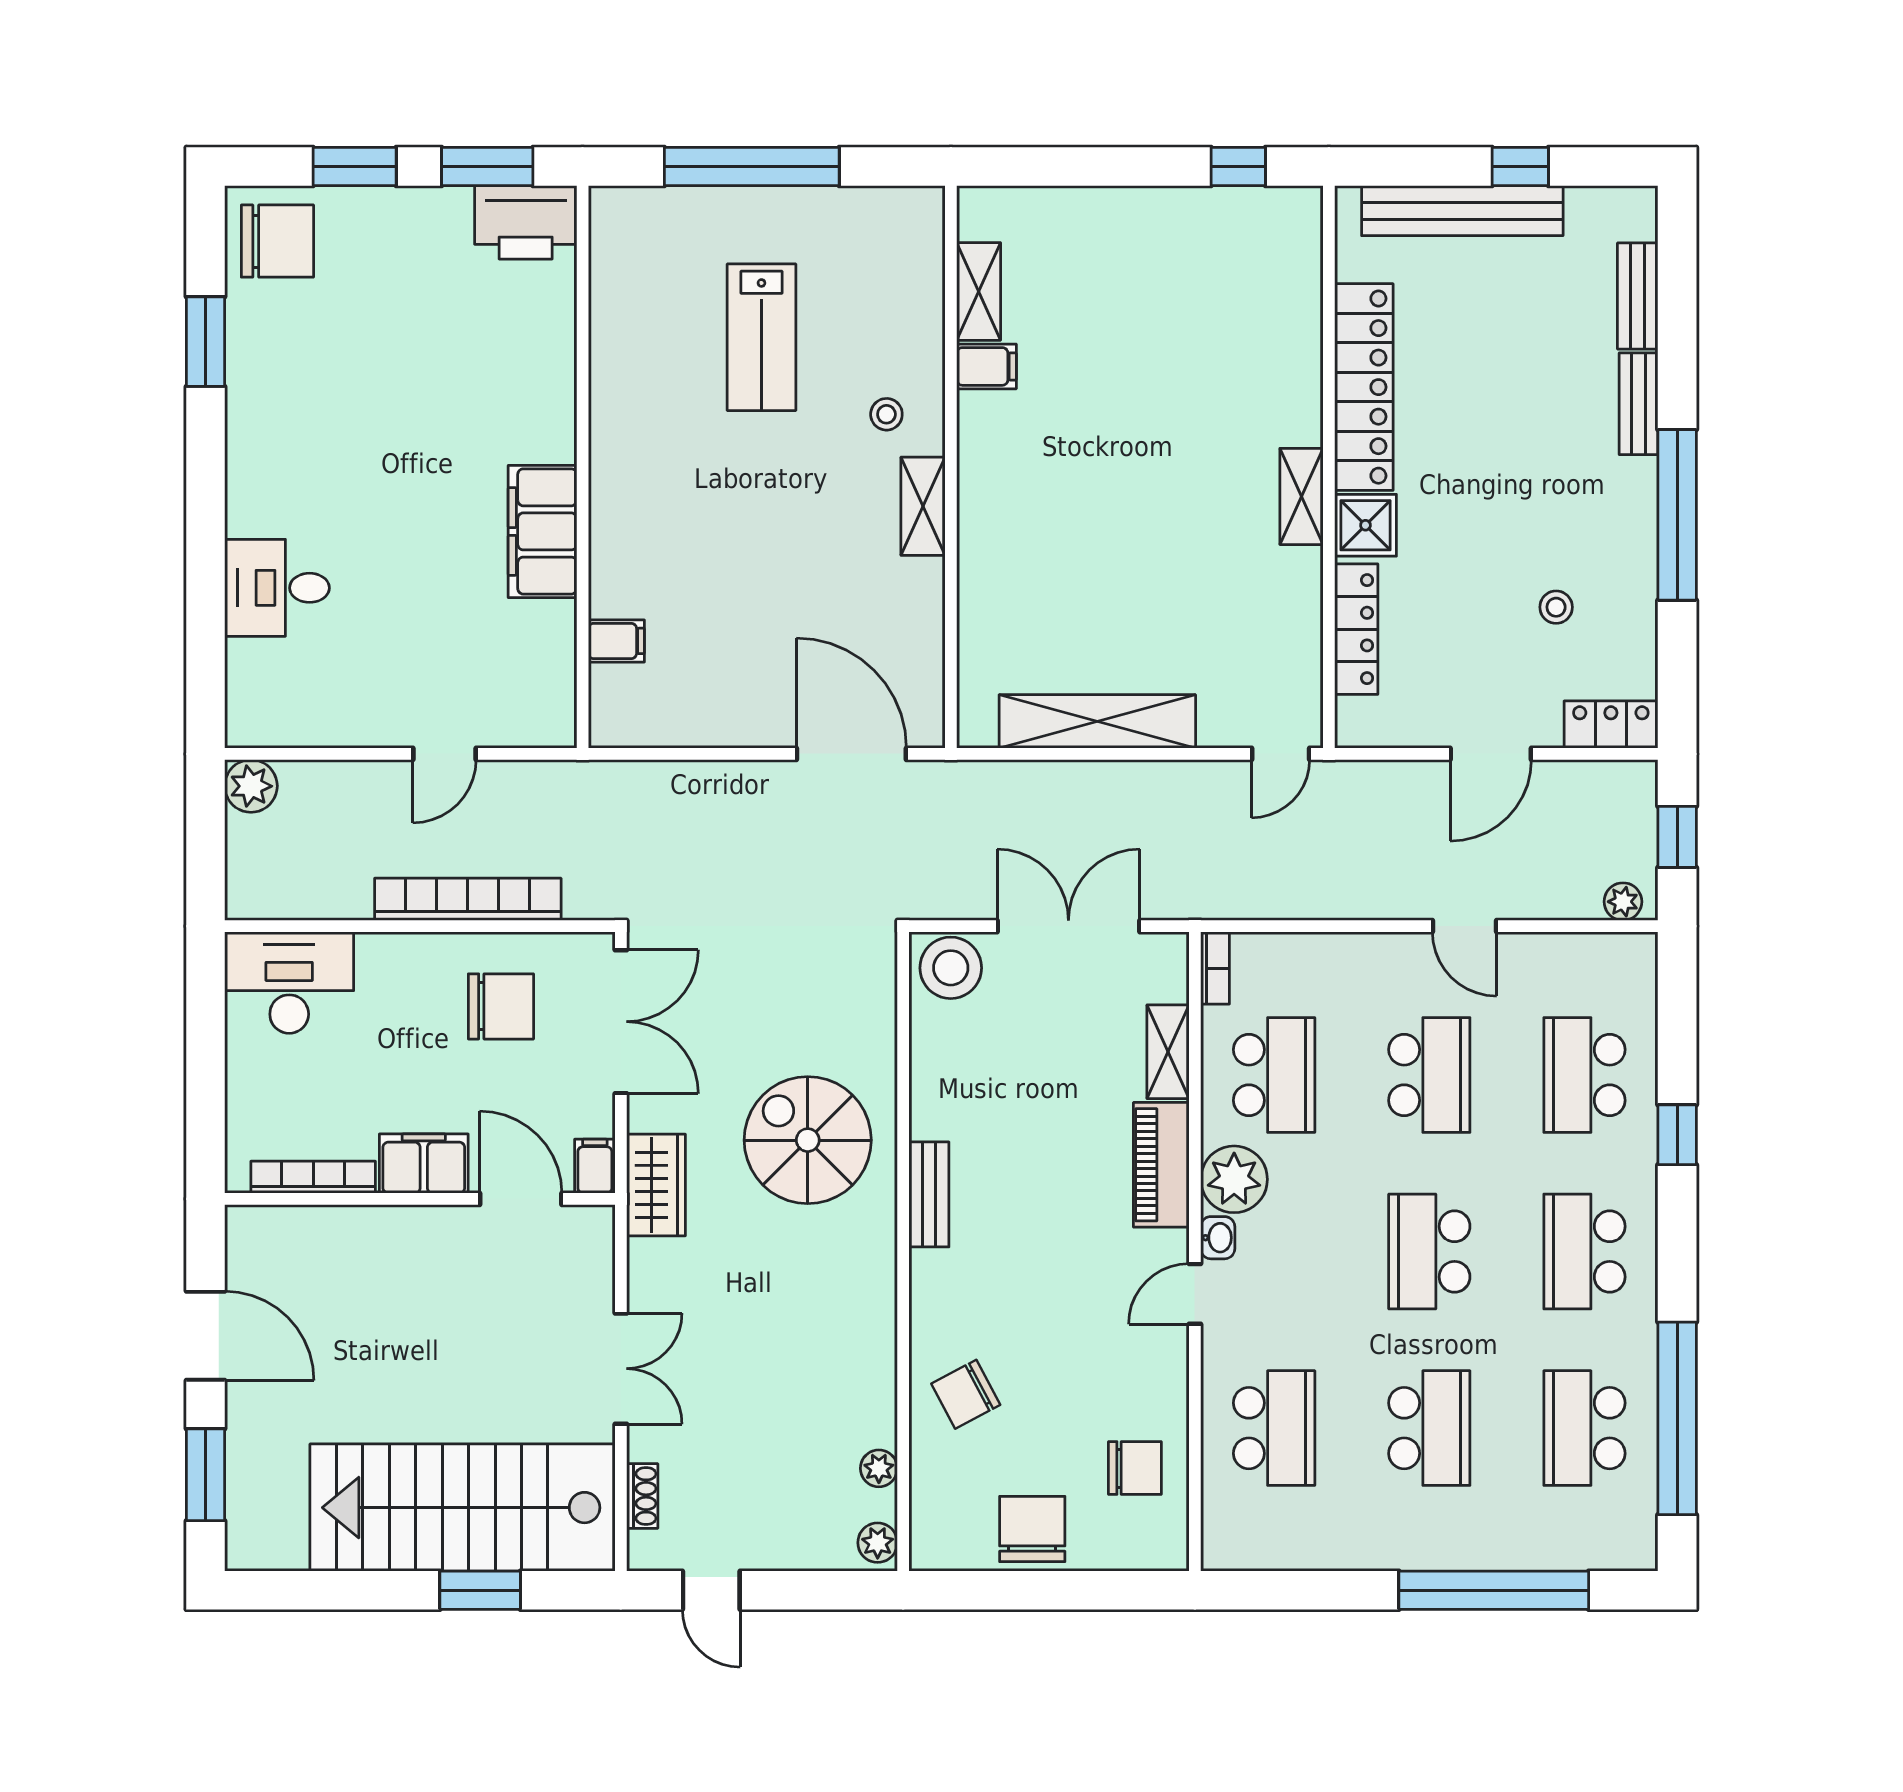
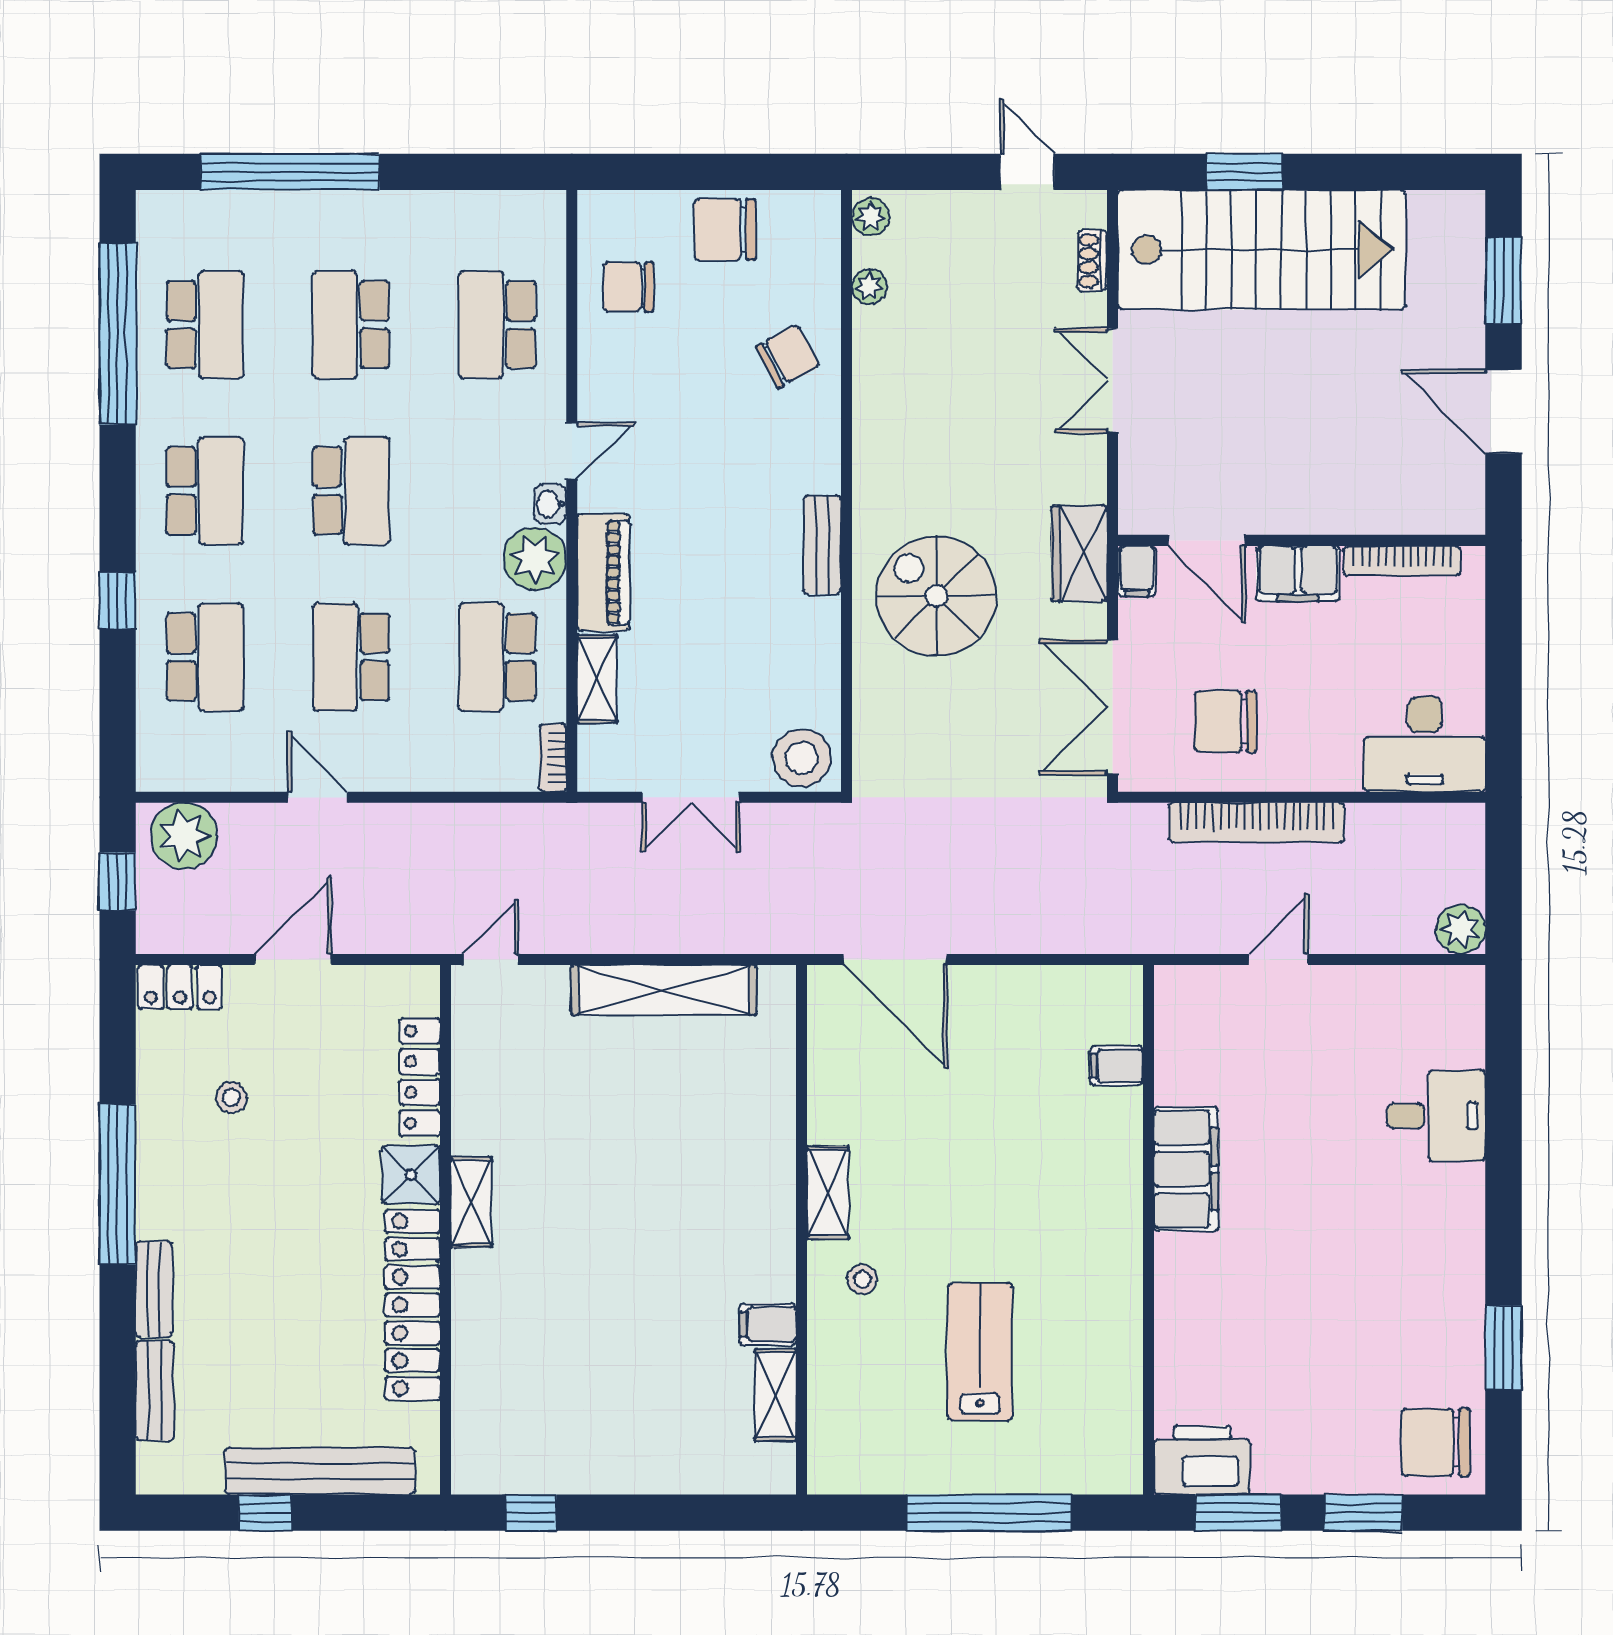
plant: (1623, 902) -> (184, 836), width x1.88, depth x1.88
double door: (1068, 926) -> (691, 797), width x0.73
spiral stairs: (808, 1140) -> (936, 596), turned 180
chair: (1032, 1529) -> (725, 230), turned 90

